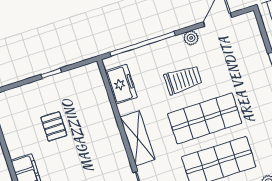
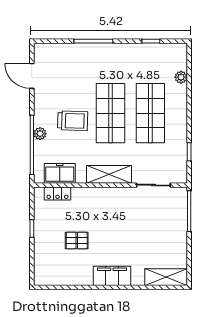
plant: (191, 38) -> (40, 134), moved
trolley: (183, 80) -> (73, 121), turned 92
locker: (98, 89) -> (57, 193), added

